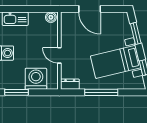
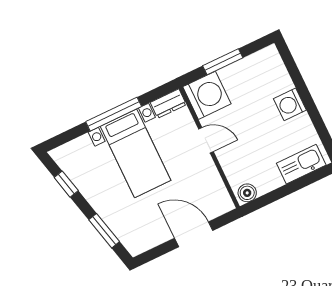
bed with nightstands: (116, 62) -> (136, 153), moved, turned 104
washing machine: (36, 79) -> (207, 95), moved, turned -90
window: (17, 92) -> (223, 62), moved

